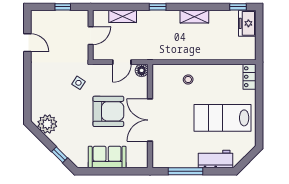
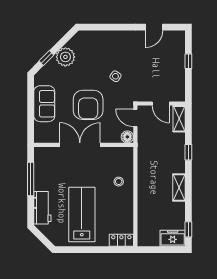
wall: (91, 35) -> (161, 104), moved
door: (91, 36) -> (161, 104), moved
plant: (47, 124) -> (65, 57), moved

